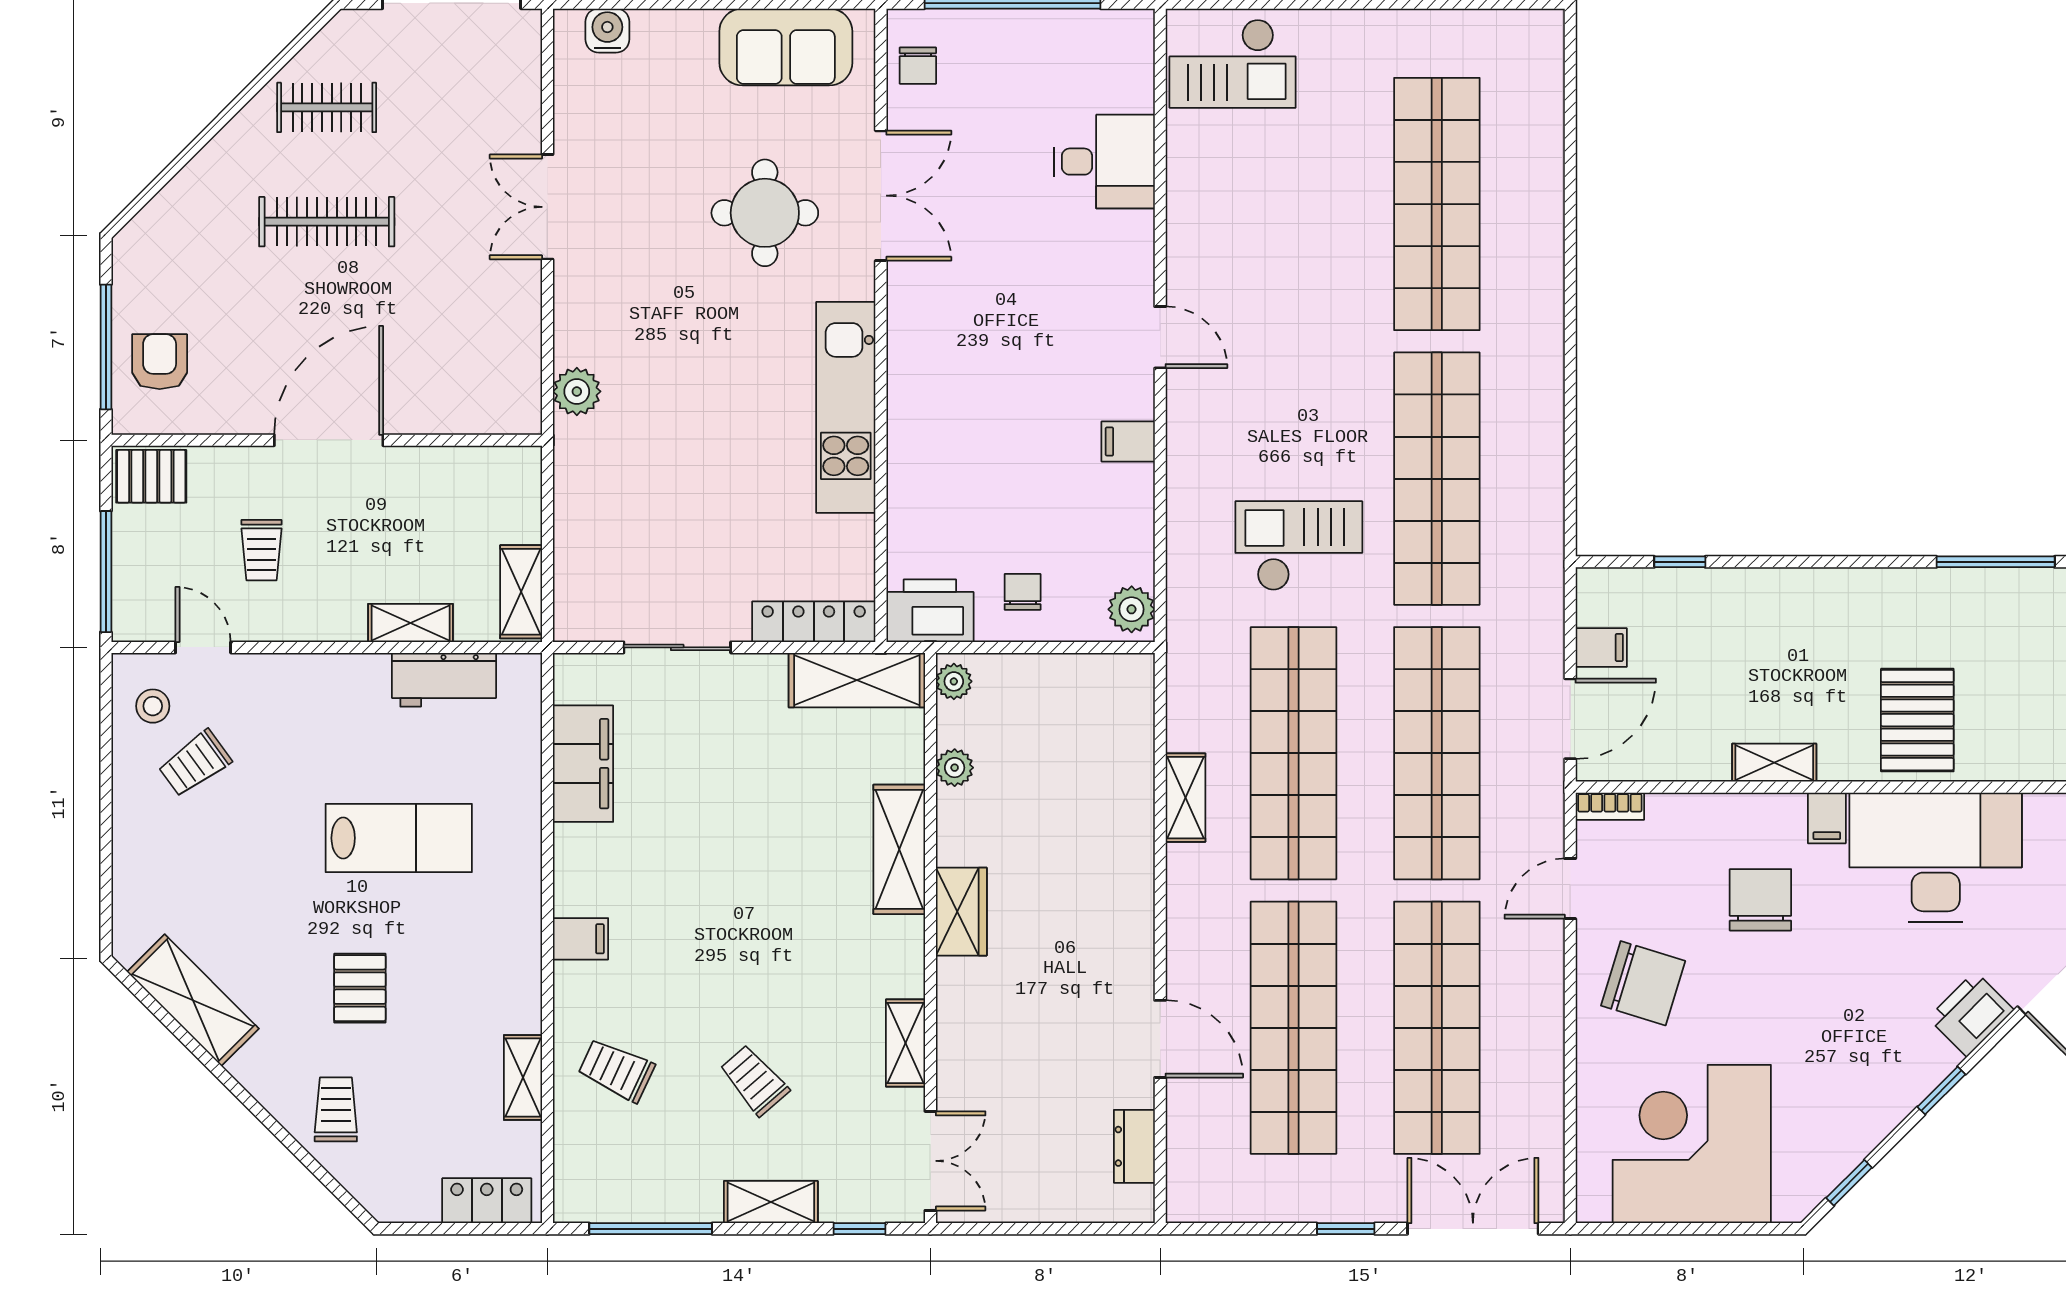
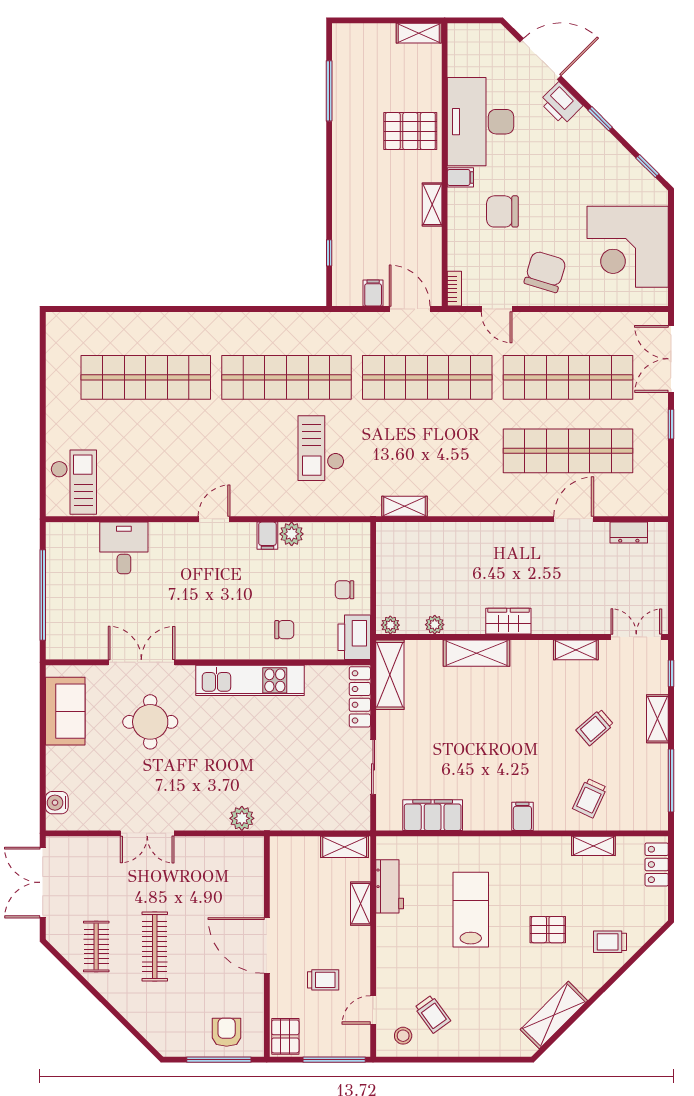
chair: (918, 66) -> (284, 630), moved
armchair: (160, 362) -> (227, 1032), turned 90
plant: (1132, 609) -> (292, 534), moved
shop shelf: (1294, 753) -> (427, 451), removed
shelving: (1185, 798) -> (405, 506), moved

